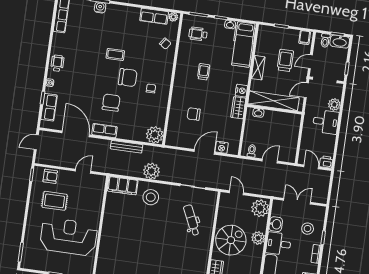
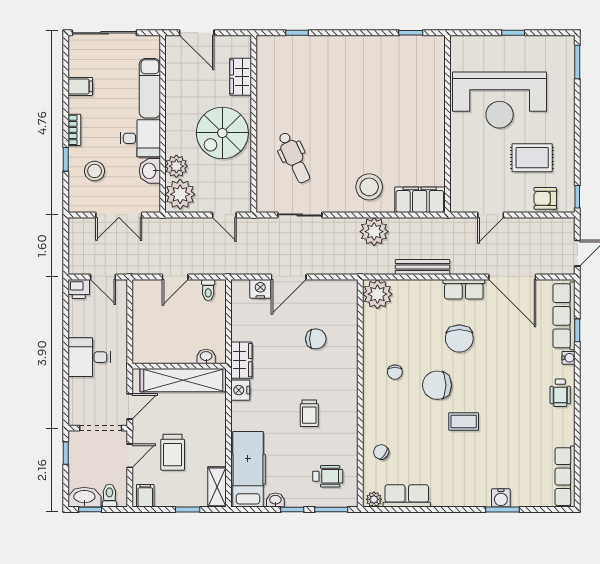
shelving: (258, 68) -> (217, 487), moved
plant: (334, 105) -> (79, 389), removed
row of seats: (49, 107) -> (564, 316), width x1.48
plant: (258, 238) -> (176, 166), moved

